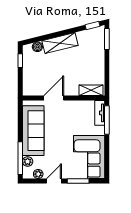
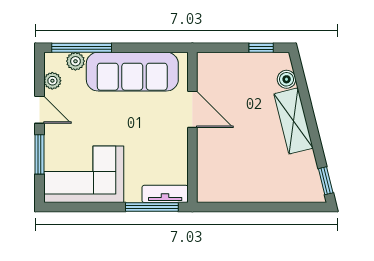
window: (107, 39) -> (301, 207), removed
shelving: (91, 90) -> (206, 178), removed

